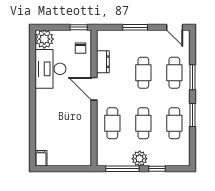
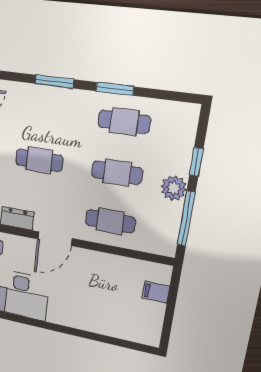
cafe table: (174, 73) -> (44, 111), removed
filing cabinet: (41, 158) -> (156, 292), moved

